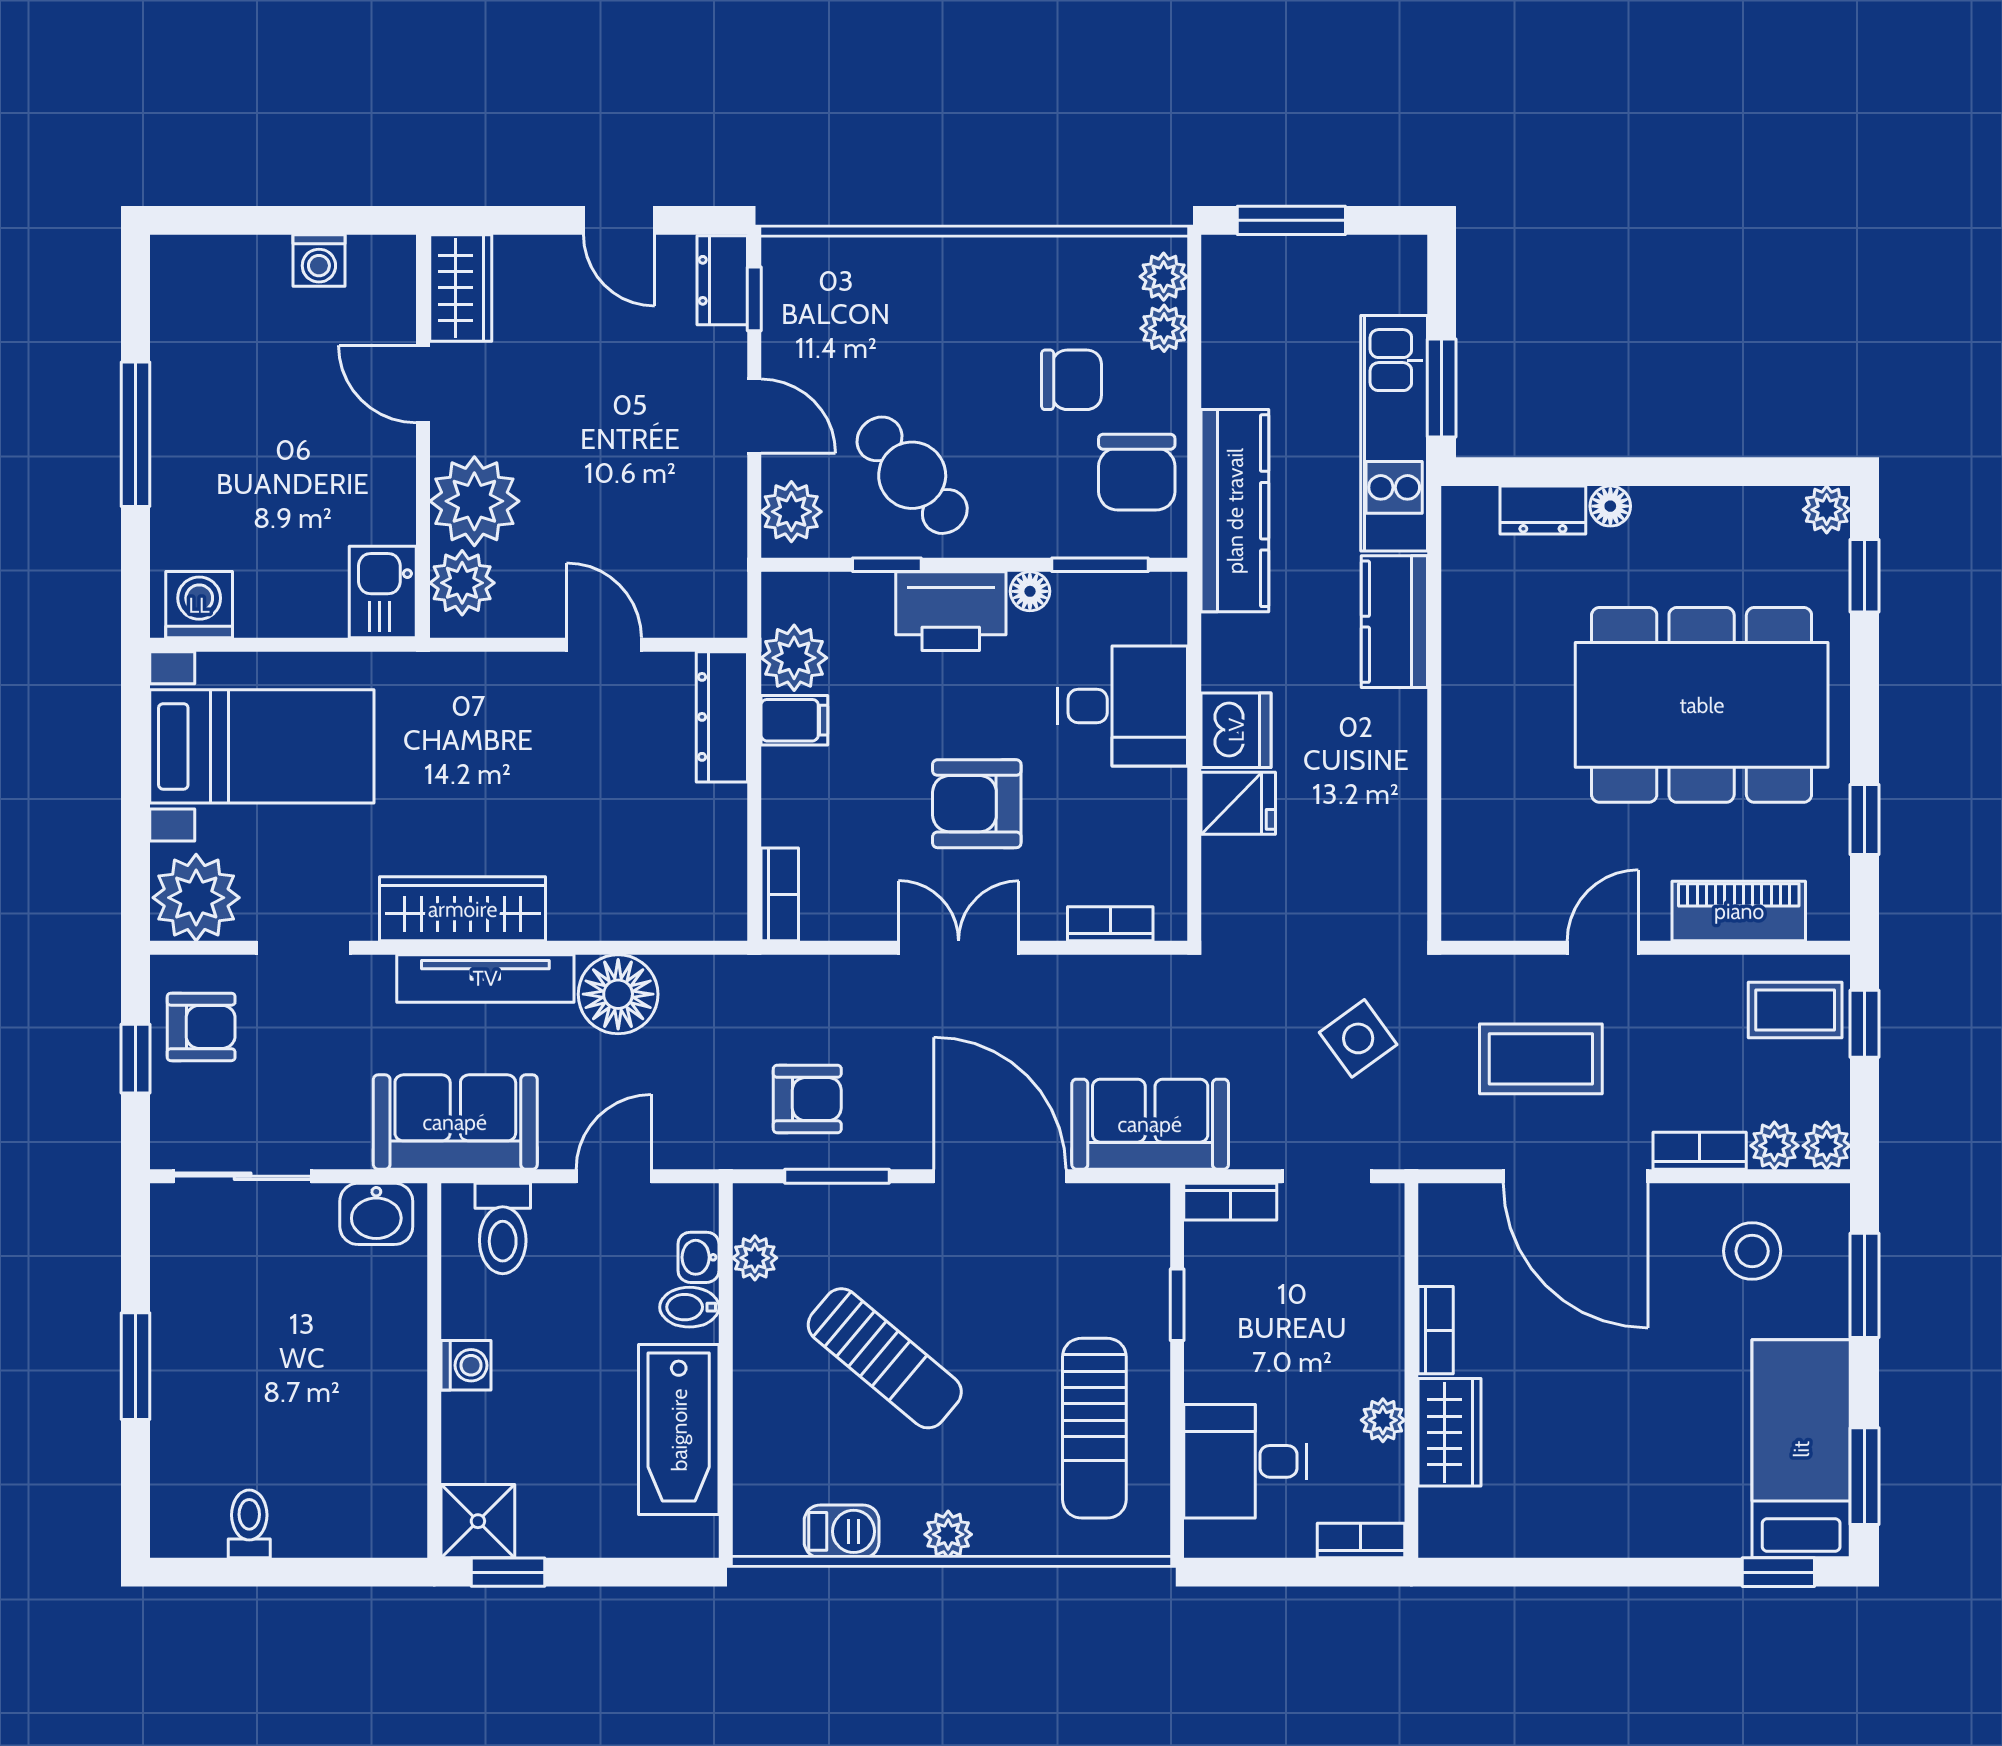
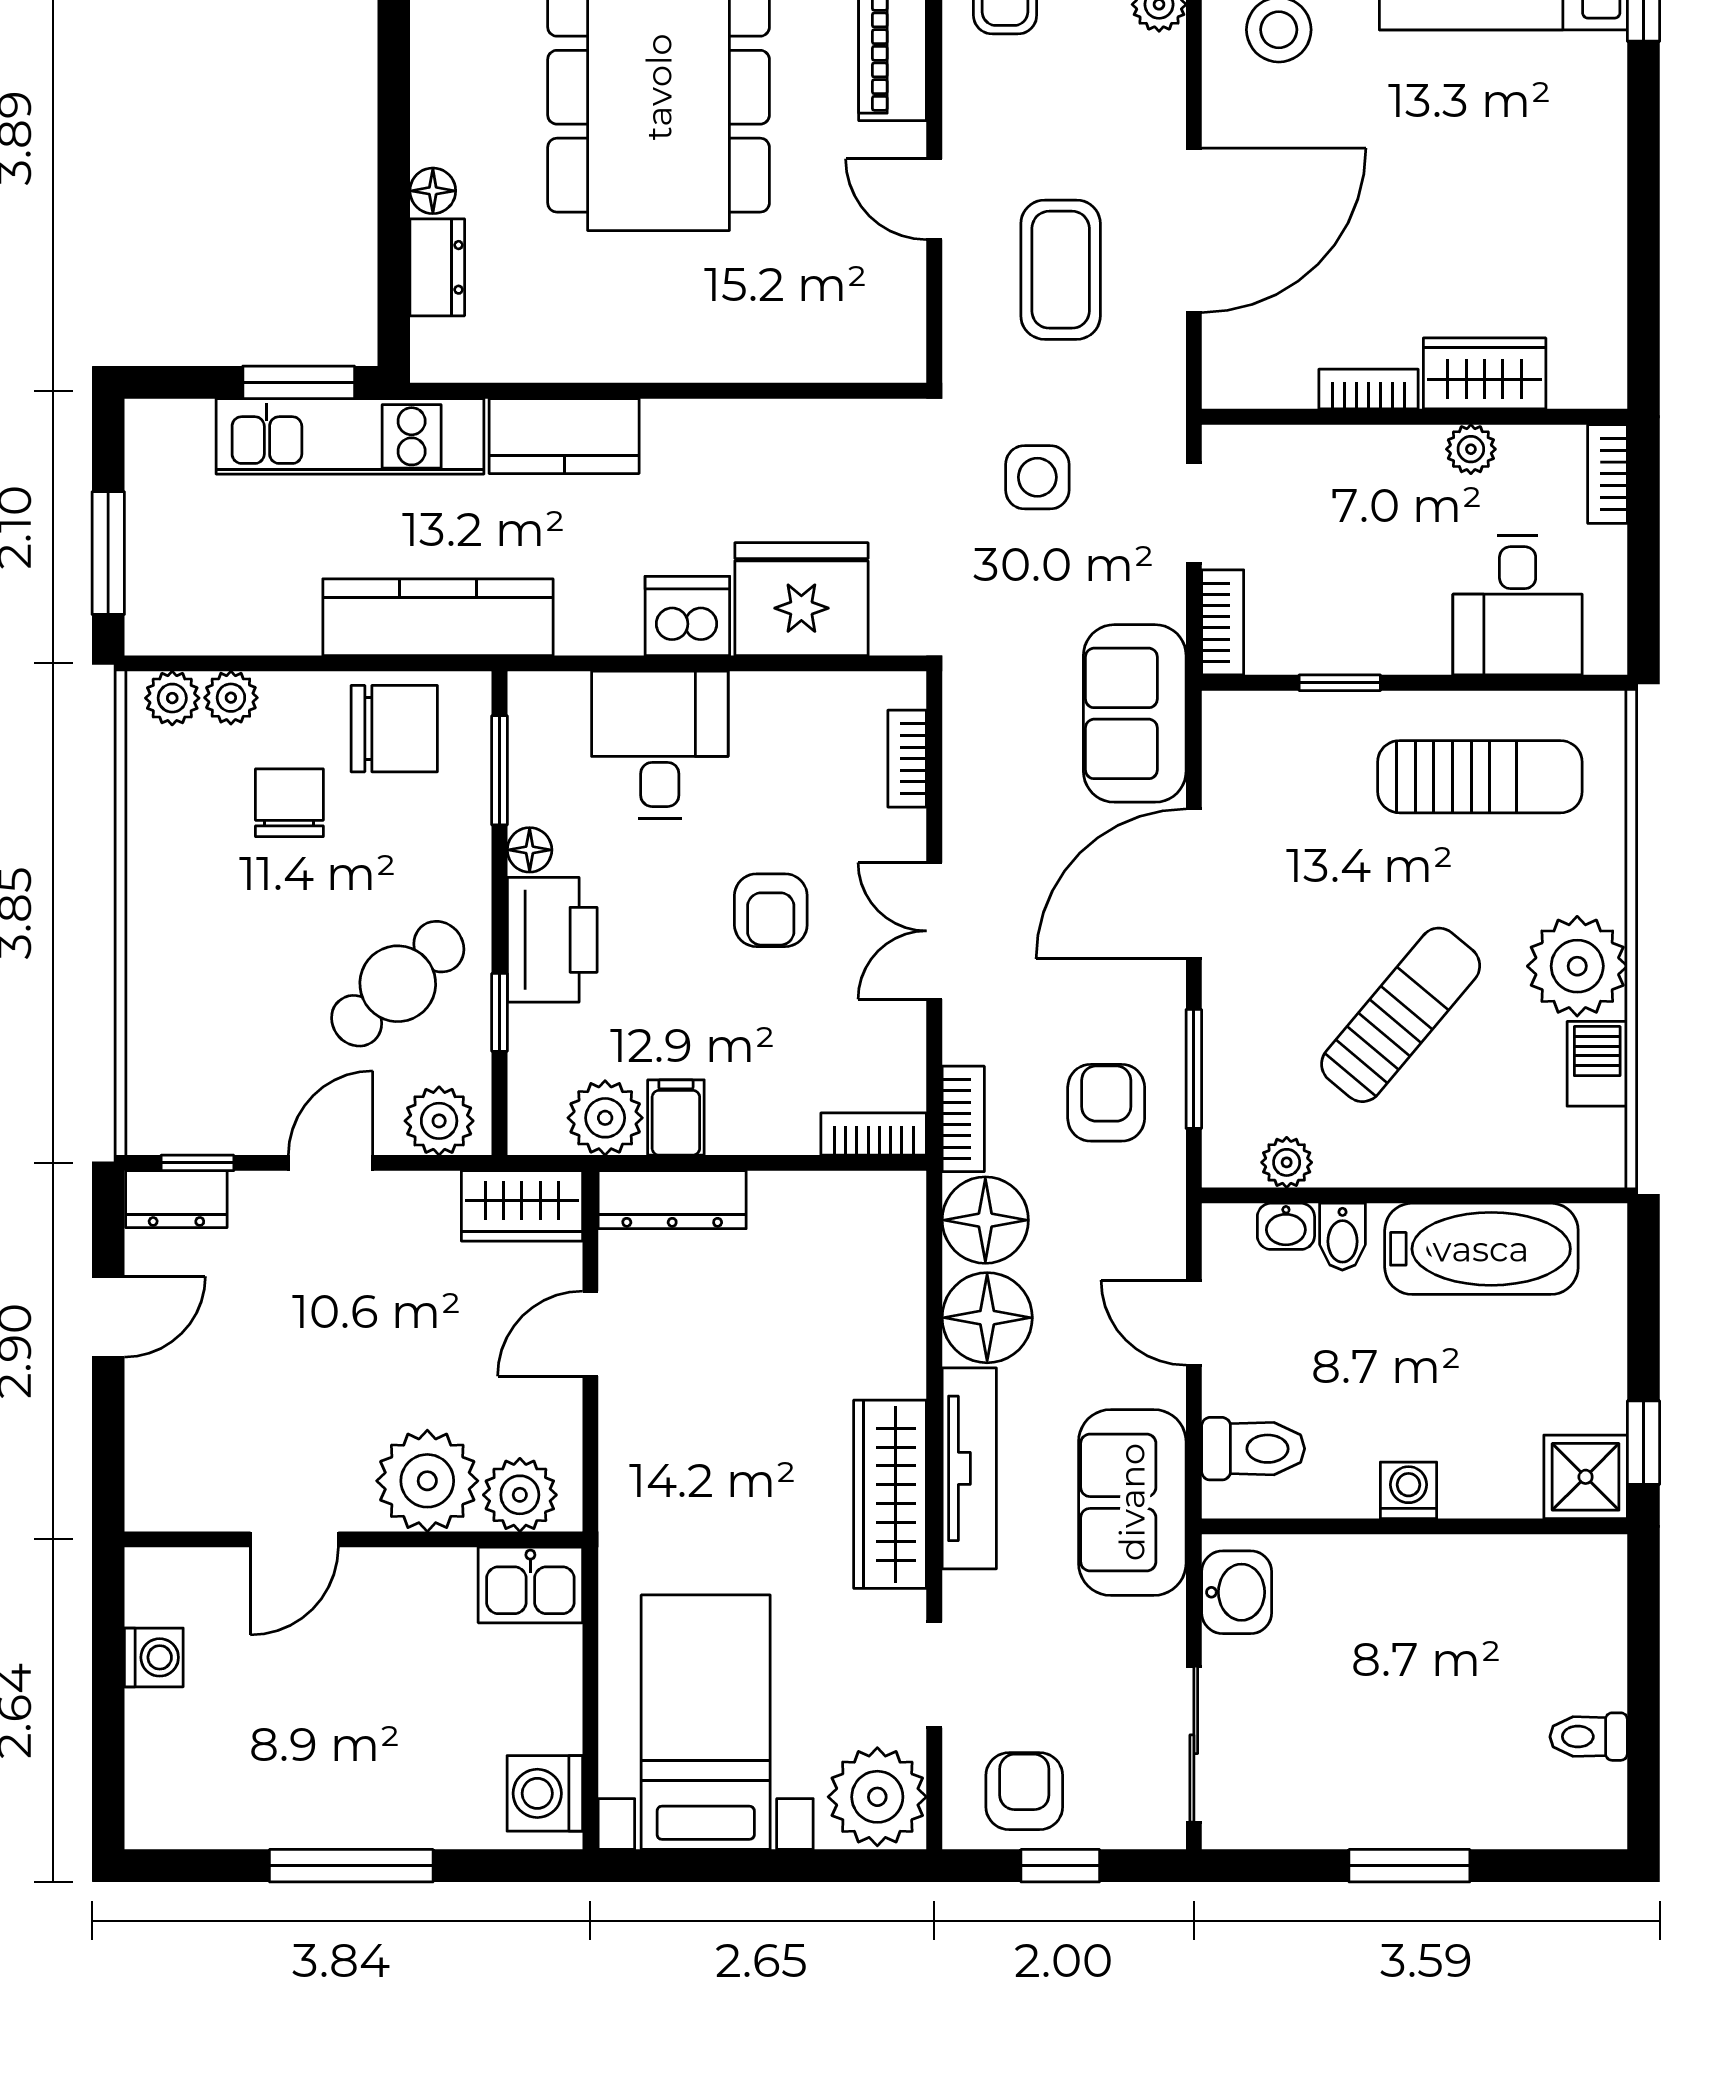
wardrobe: (461, 288) -> (522, 1206), moved, turned 180
fridge: (1238, 803) -> (801, 599), width x1.88, depth x1.34
armchair: (977, 804) -> (771, 910), width x0.72, depth x0.72
floor lamp: (704, 993) -> (985, 1220), added
side table: (1358, 1038) -> (1037, 477), turned 36
bookcase: (1700, 1151) -> (963, 1119), moved, turned 180
plant: (948, 1534) -> (1577, 966), width x1.87, depth x1.87

